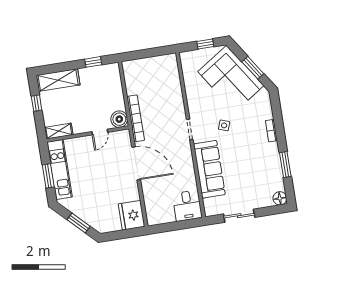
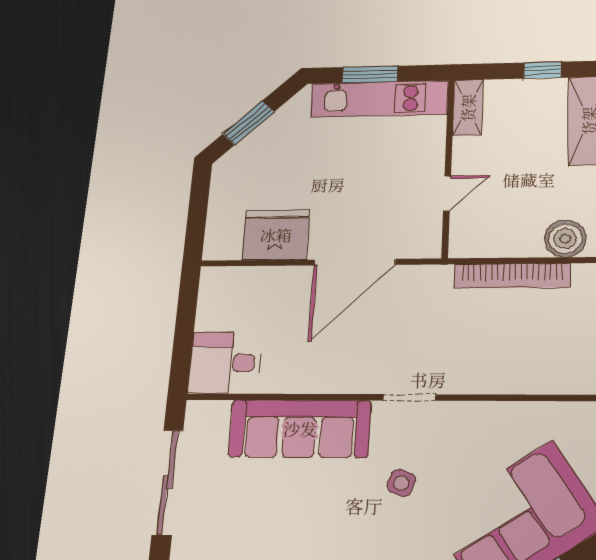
bookcase: (136, 118) -> (512, 276), moved
boiler: (119, 119) -> (565, 239), moved
door: (100, 132) -> (447, 193), swing flipped
fridge: (132, 215) -> (276, 235), moved
sliding door: (239, 216) -> (168, 482), width x1.37

